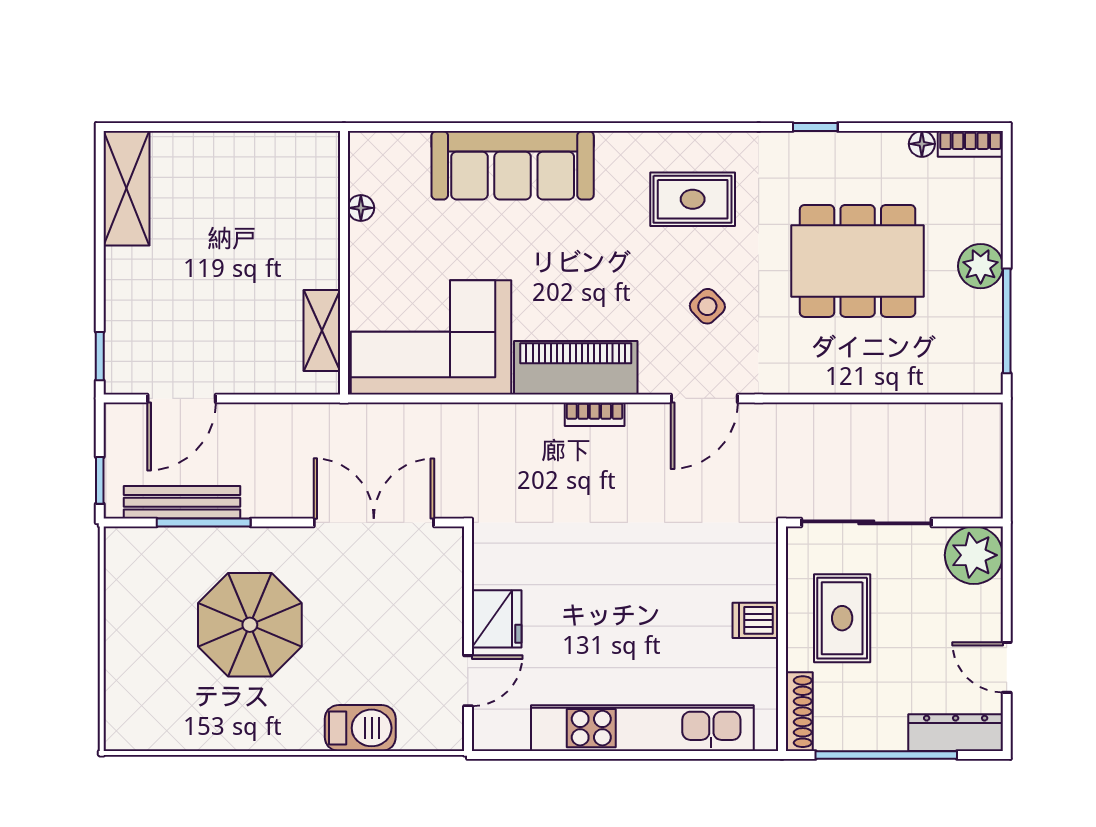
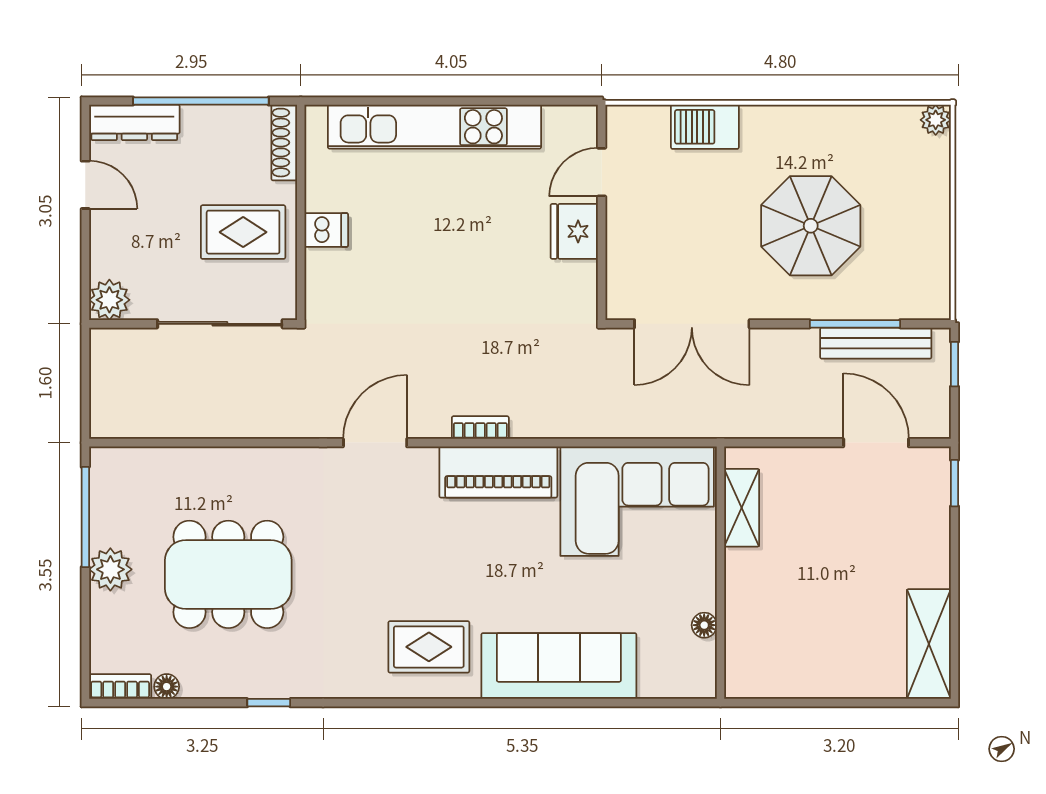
rug: (693, 199) -> (429, 647), moved
side table: (707, 306) -> (372, 531), removed
door: (182, 398) -> (876, 443), hinge flipped
plant: (974, 555) -> (109, 300), width x0.73, depth x0.73
rug: (842, 618) -> (243, 232), turned 90
plant: (119, 735) -> (936, 120), added

